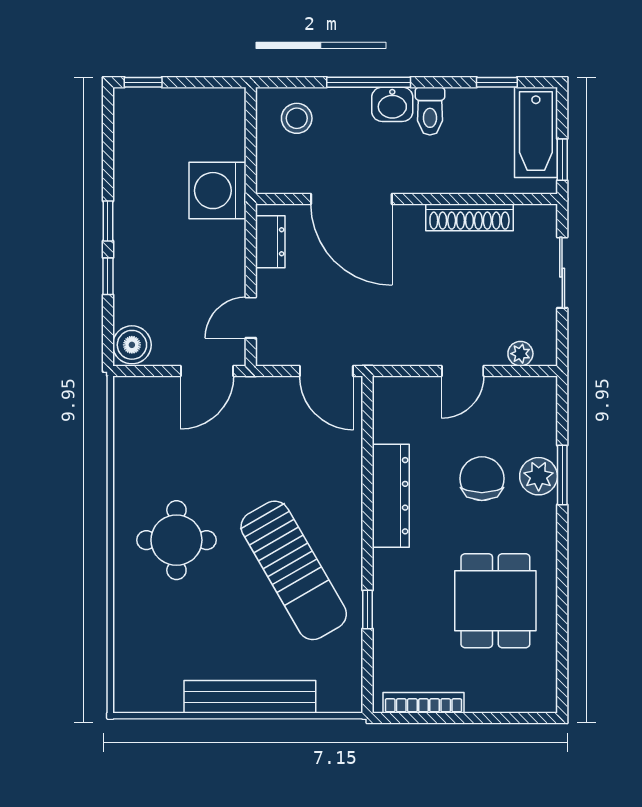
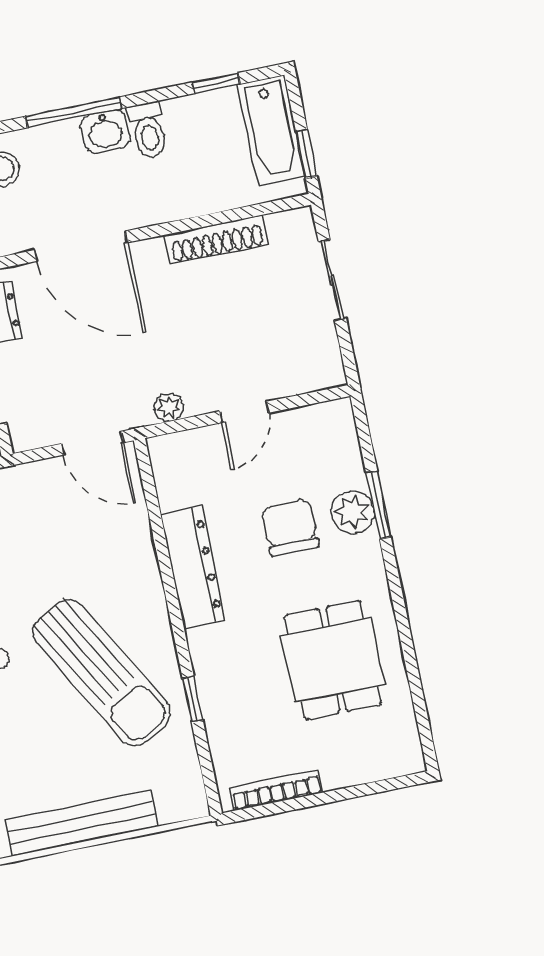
plant: (520, 354) -> (169, 407), moved

